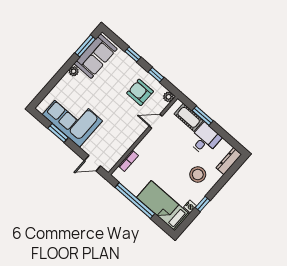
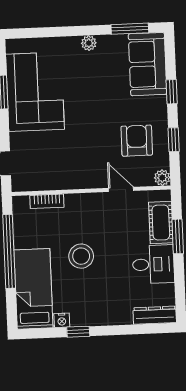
sofa: (96, 56) -> (148, 64), moved, turned 90
stool: (198, 175) -> (81, 256), moved

